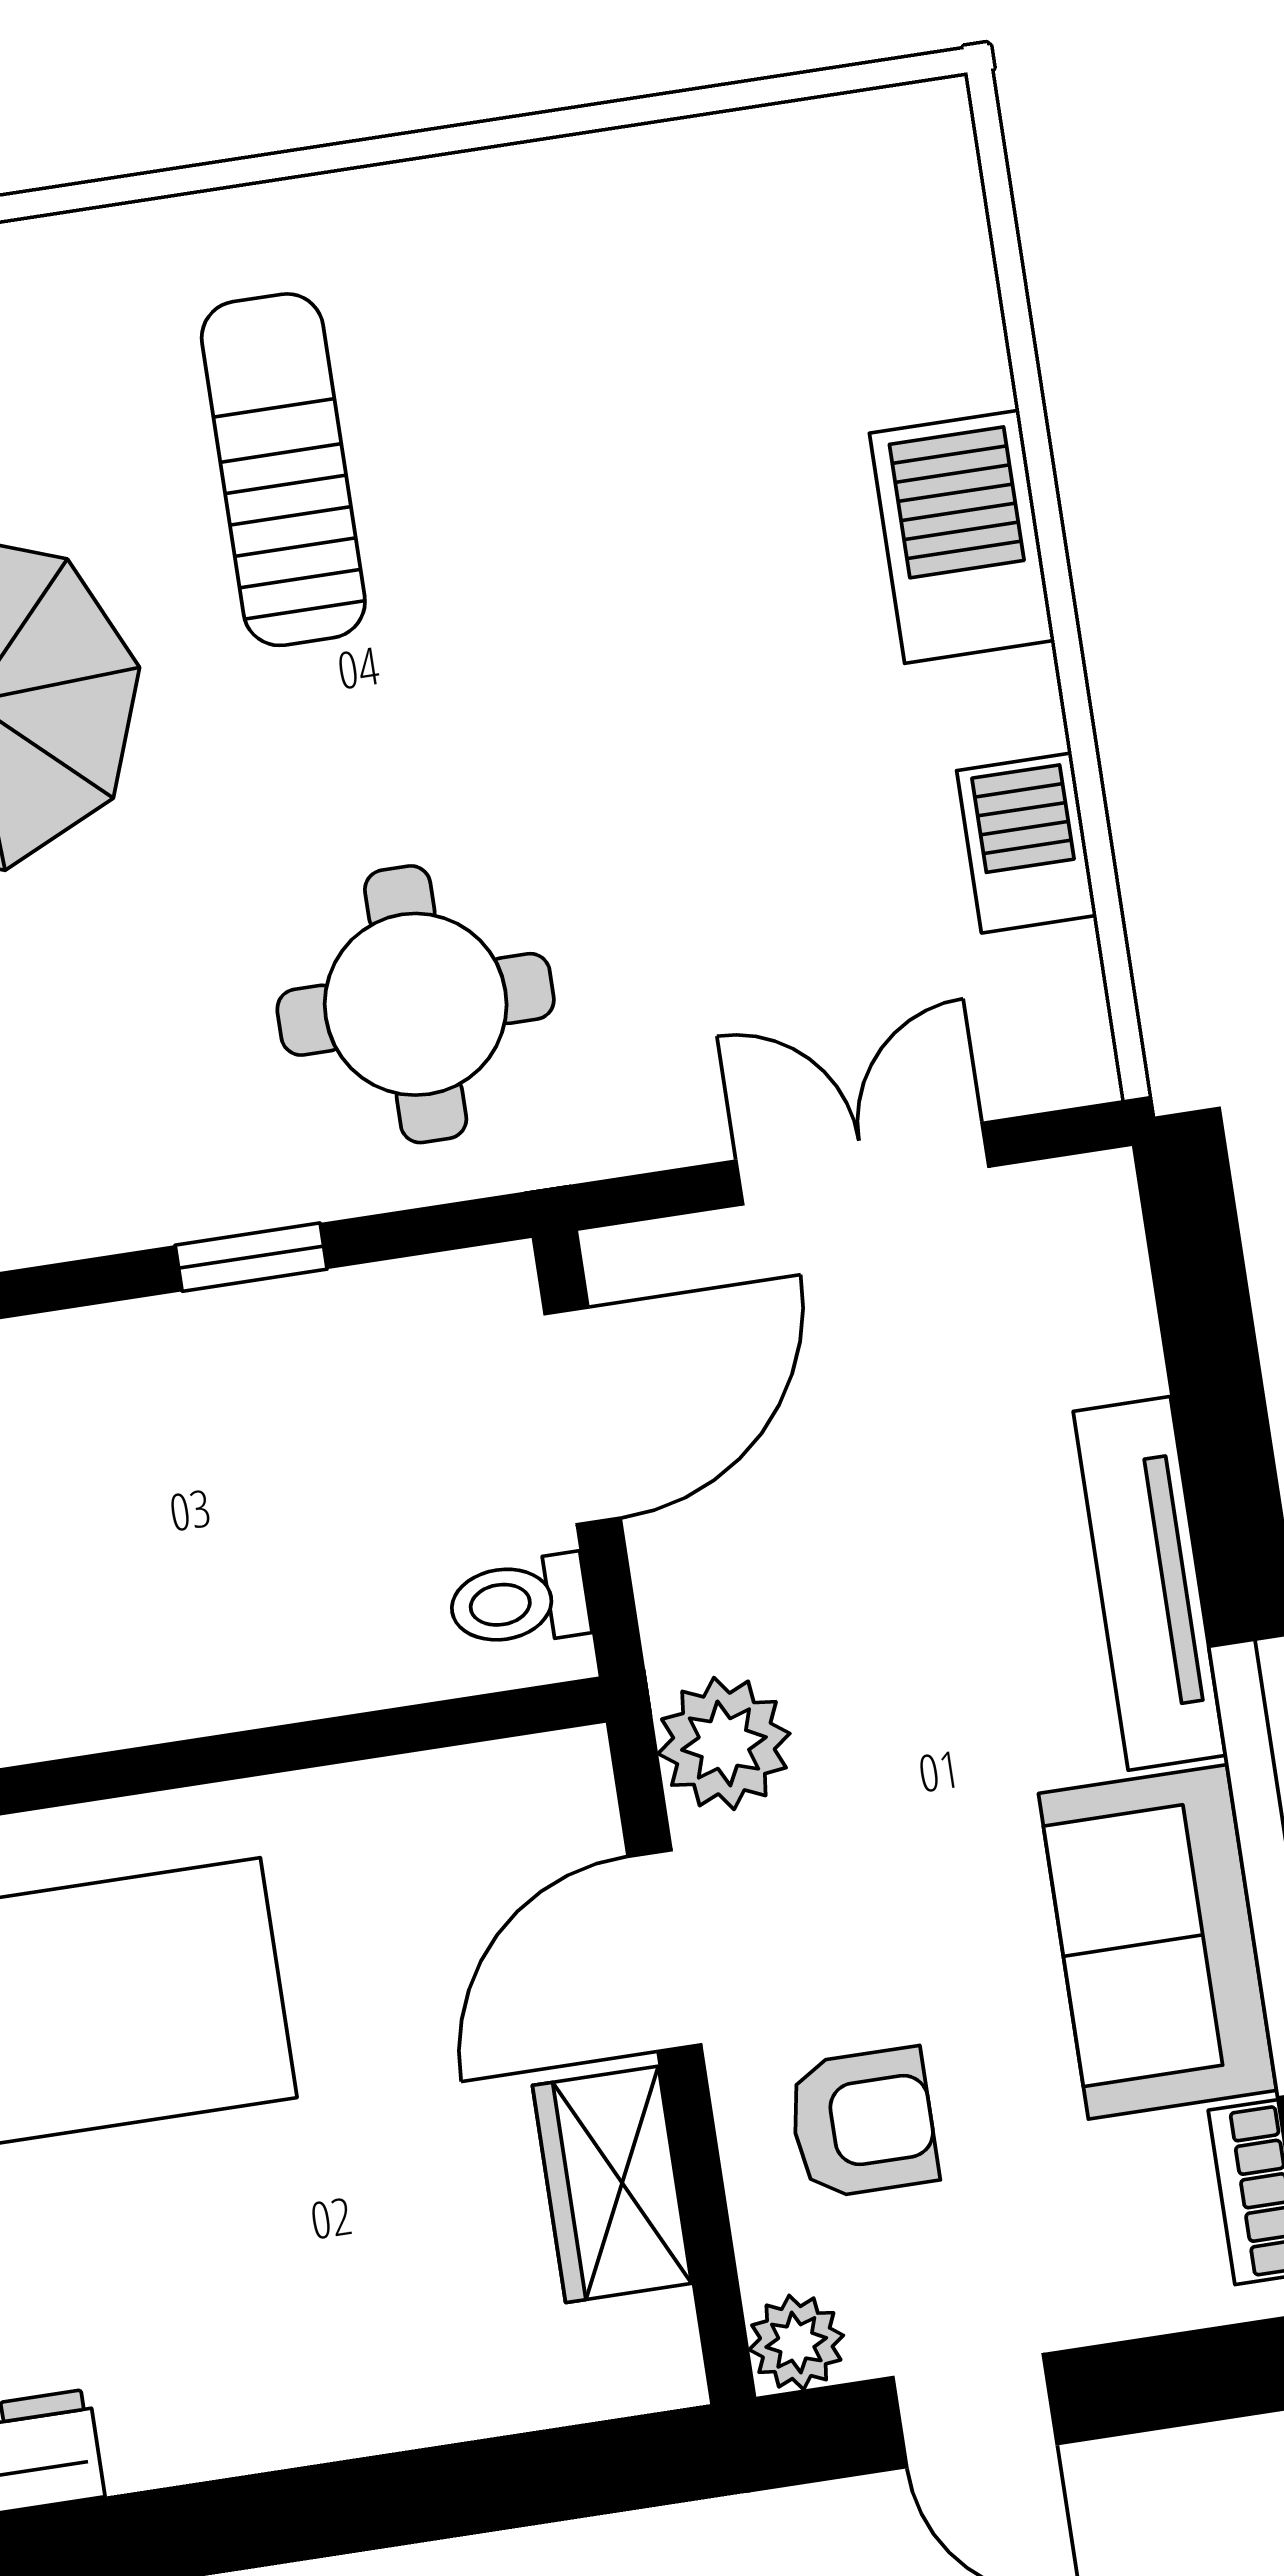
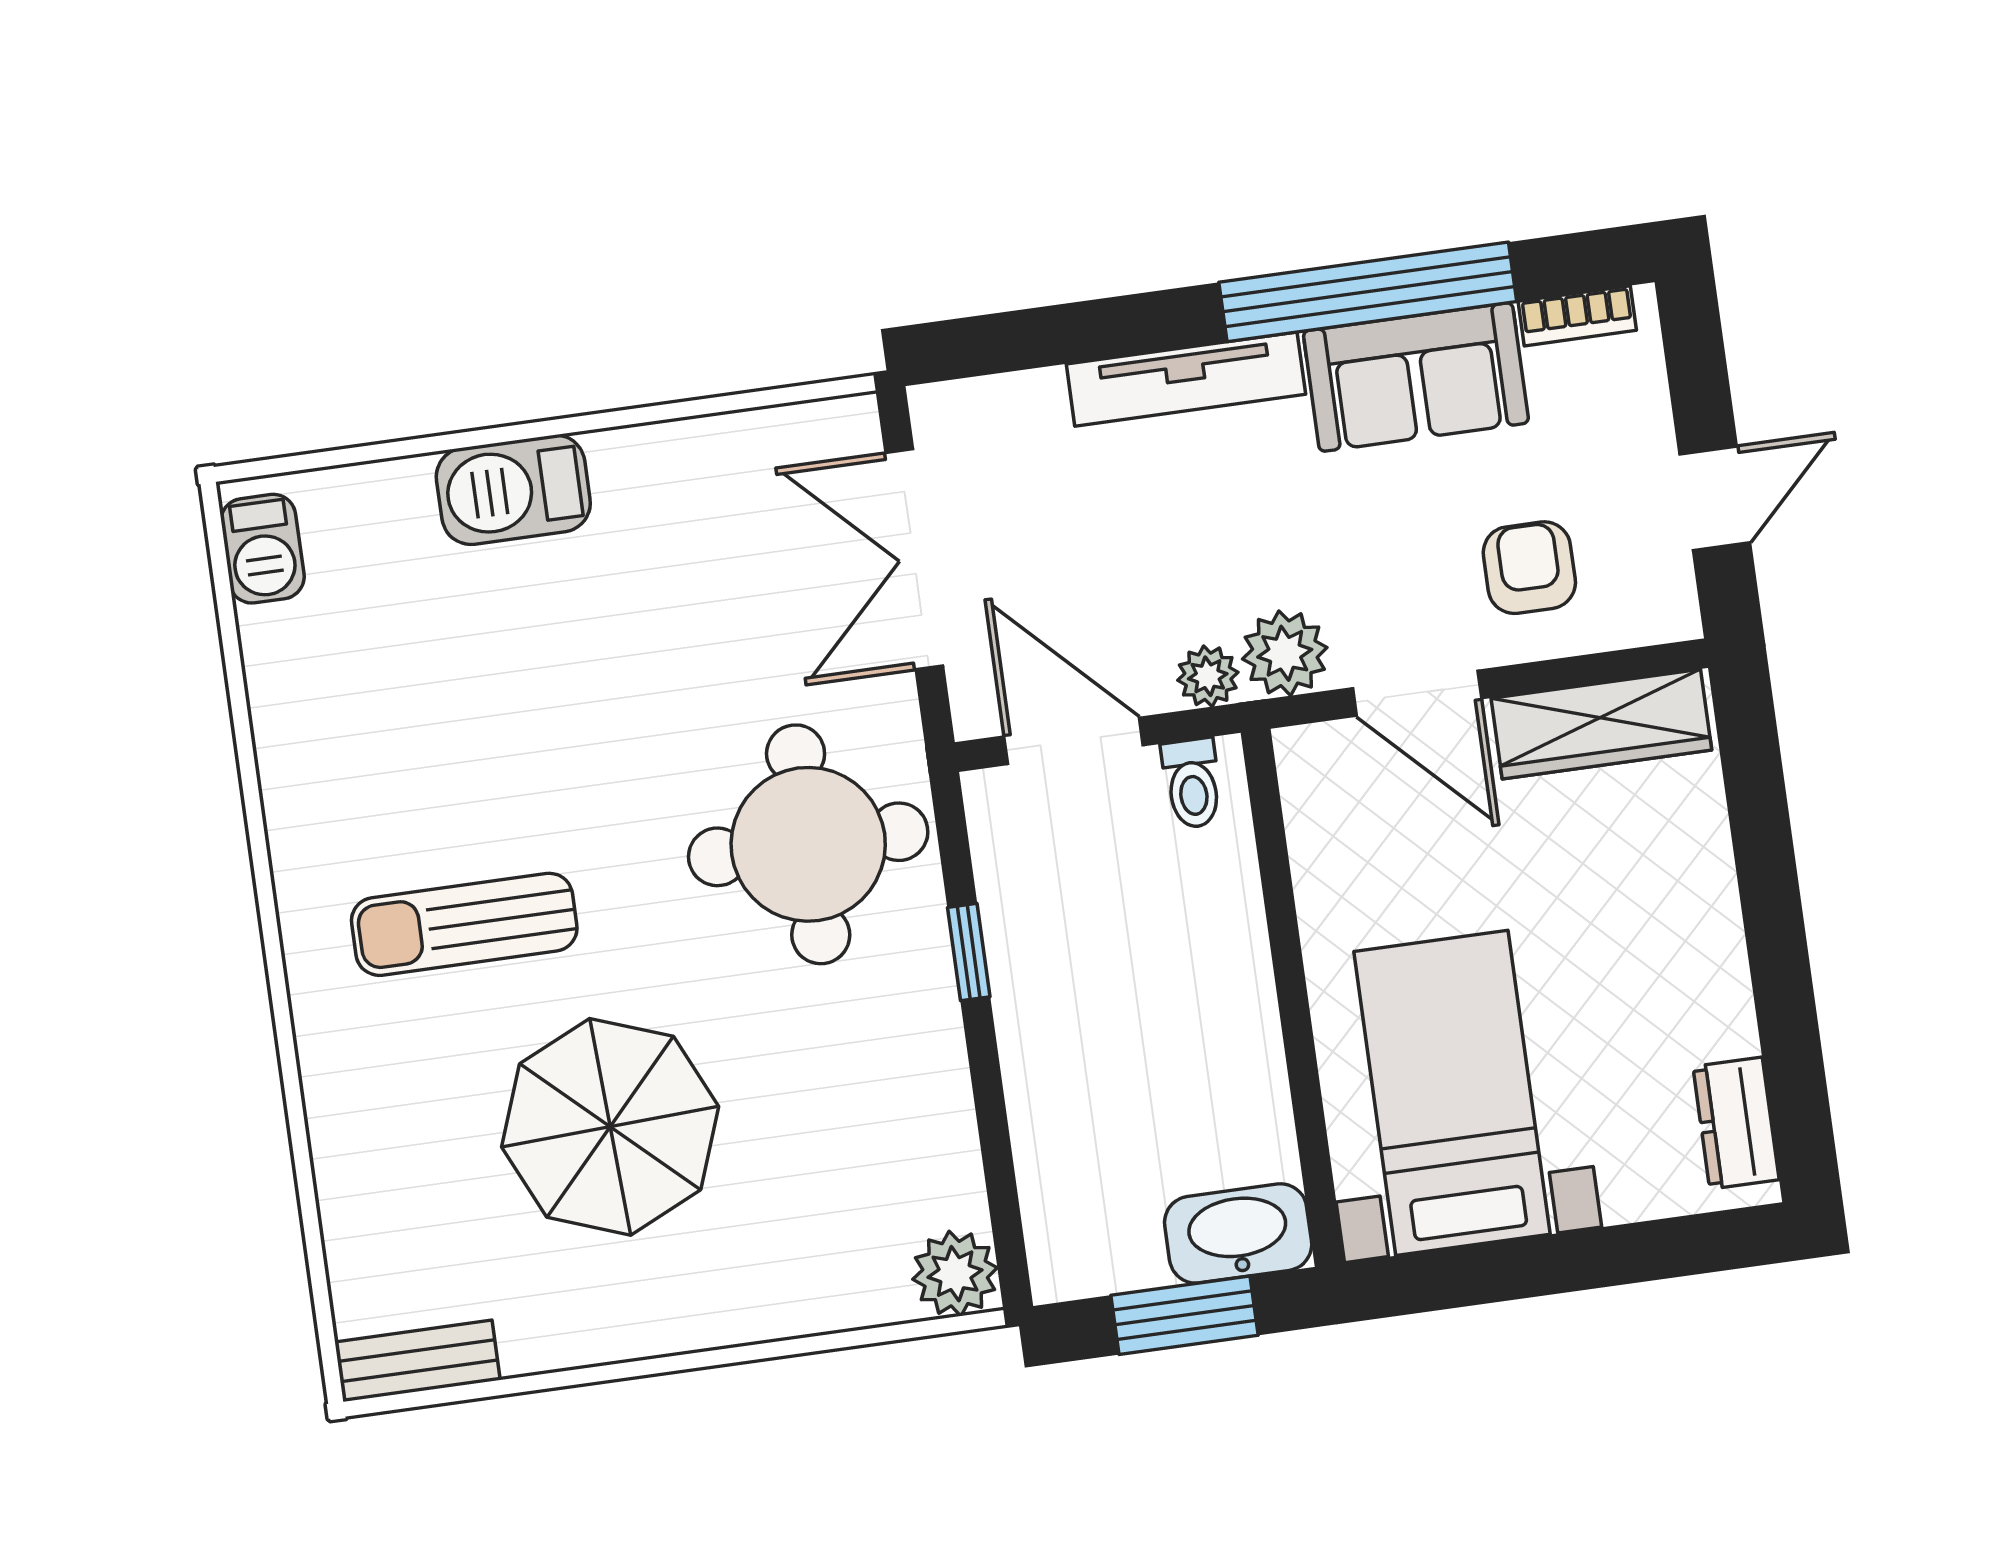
barbecue: (1027, 843) -> (263, 549), moved, turned -90
round table: (416, 1004) -> (808, 844), width x1.36, depth x1.36
double door: (862, 1164) -> (914, 559), width x1.37
wardrobe: (612, 2184) -> (1601, 724), width x1.50
plant: (796, 2342) -> (1208, 676), moved

